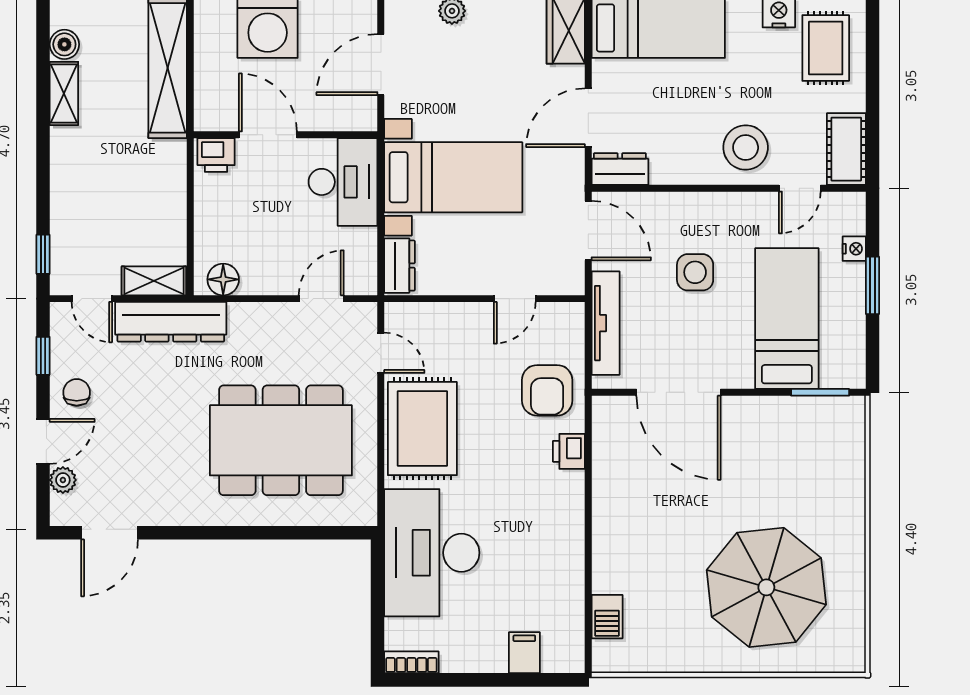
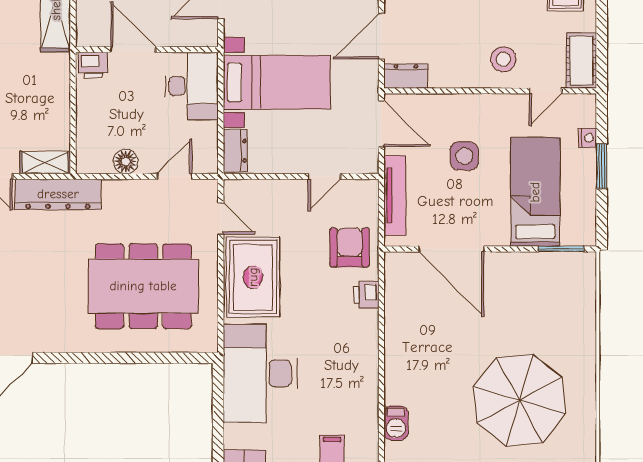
stool: (746, 147) -> (503, 59), width x0.73, depth x0.73
floor lamp: (223, 279) -> (126, 162), moved
armchair: (547, 390) -> (350, 247), turned 180

